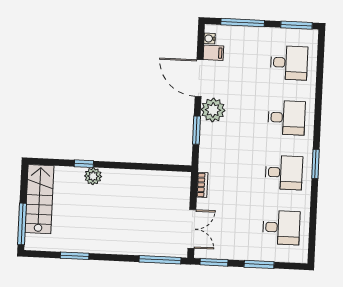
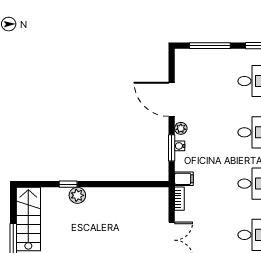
water cooler: (210, 38) -> (180, 146), moved
filing cabinet: (213, 53) -> (184, 179), moved
plant: (213, 110) -> (181, 128), width x0.53, depth x0.53

